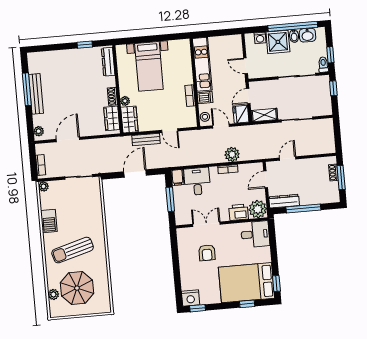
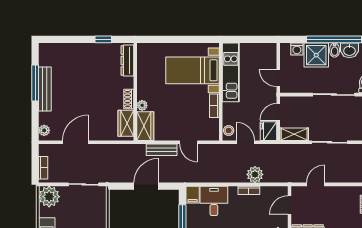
bed with nightstands: (149, 66) -> (192, 70), moved, turned 90
dishwasher: (205, 98) -> (231, 109), removed
plant: (44, 186) -> (49, 197), width x1.87, depth x1.87

